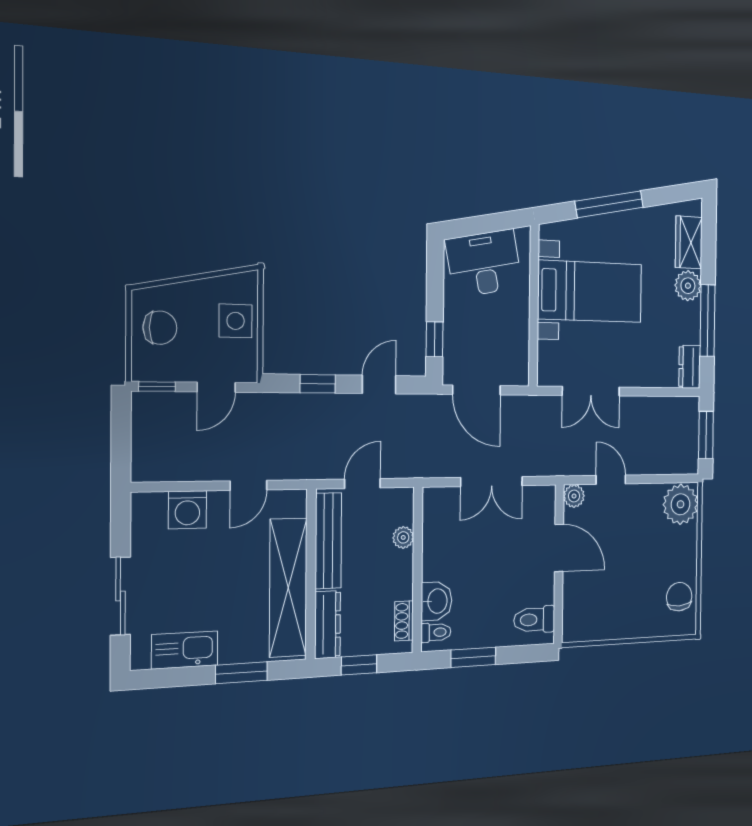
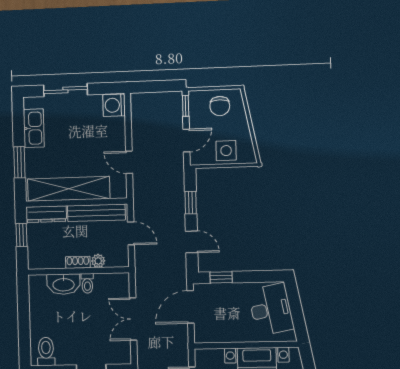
door: (216, 387) -> (186, 141), swing flipped
washing machine: (187, 510) -> (114, 105), moved
washbasin: (437, 601) -> (63, 284), width x1.38
shoe rack: (404, 621) -> (78, 262), moved
toilet: (436, 632) -> (87, 283), moved
window: (473, 657) -> (24, 310), removed

